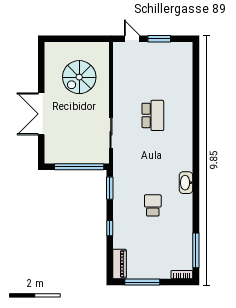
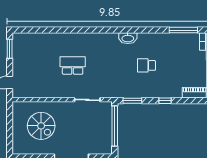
window: (159, 39) -> (10, 49), moved

